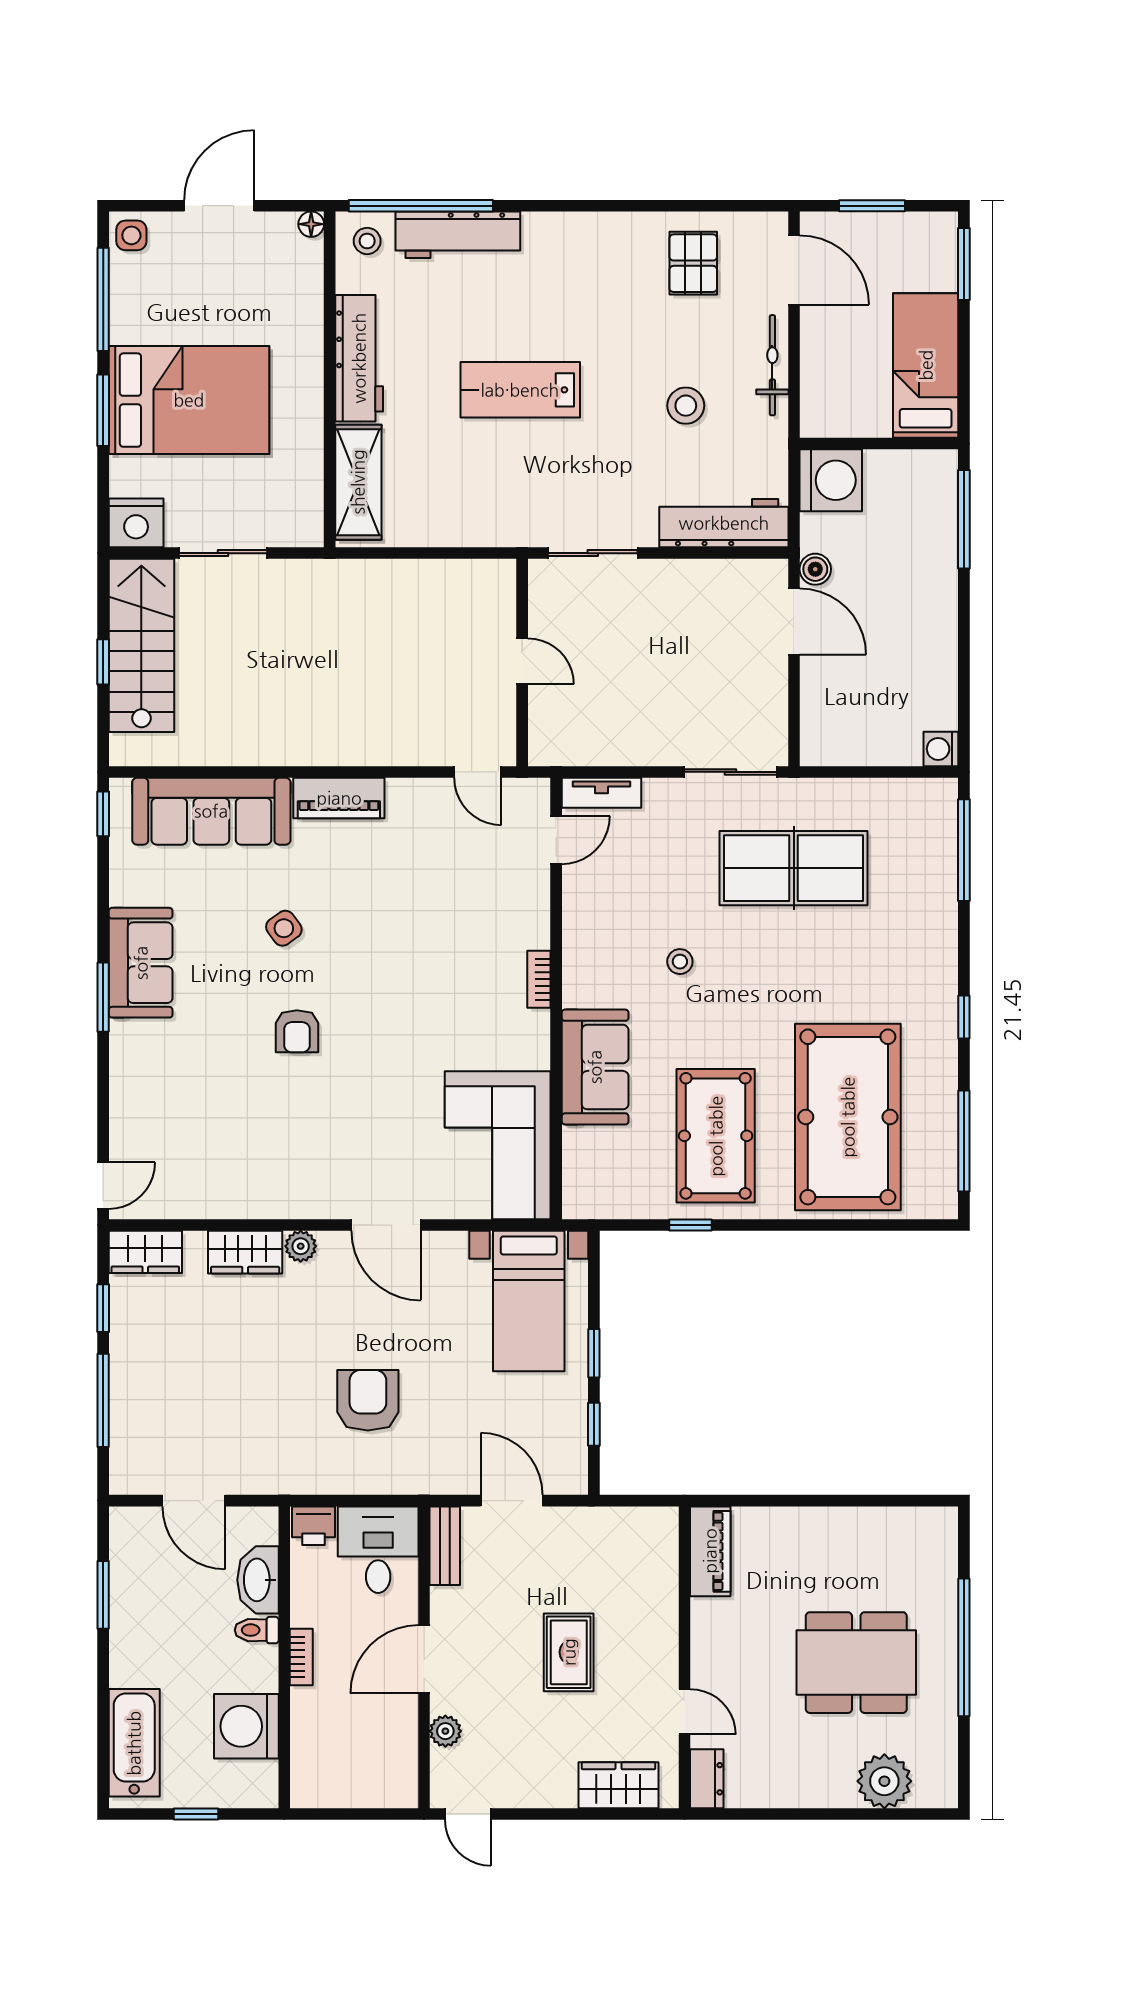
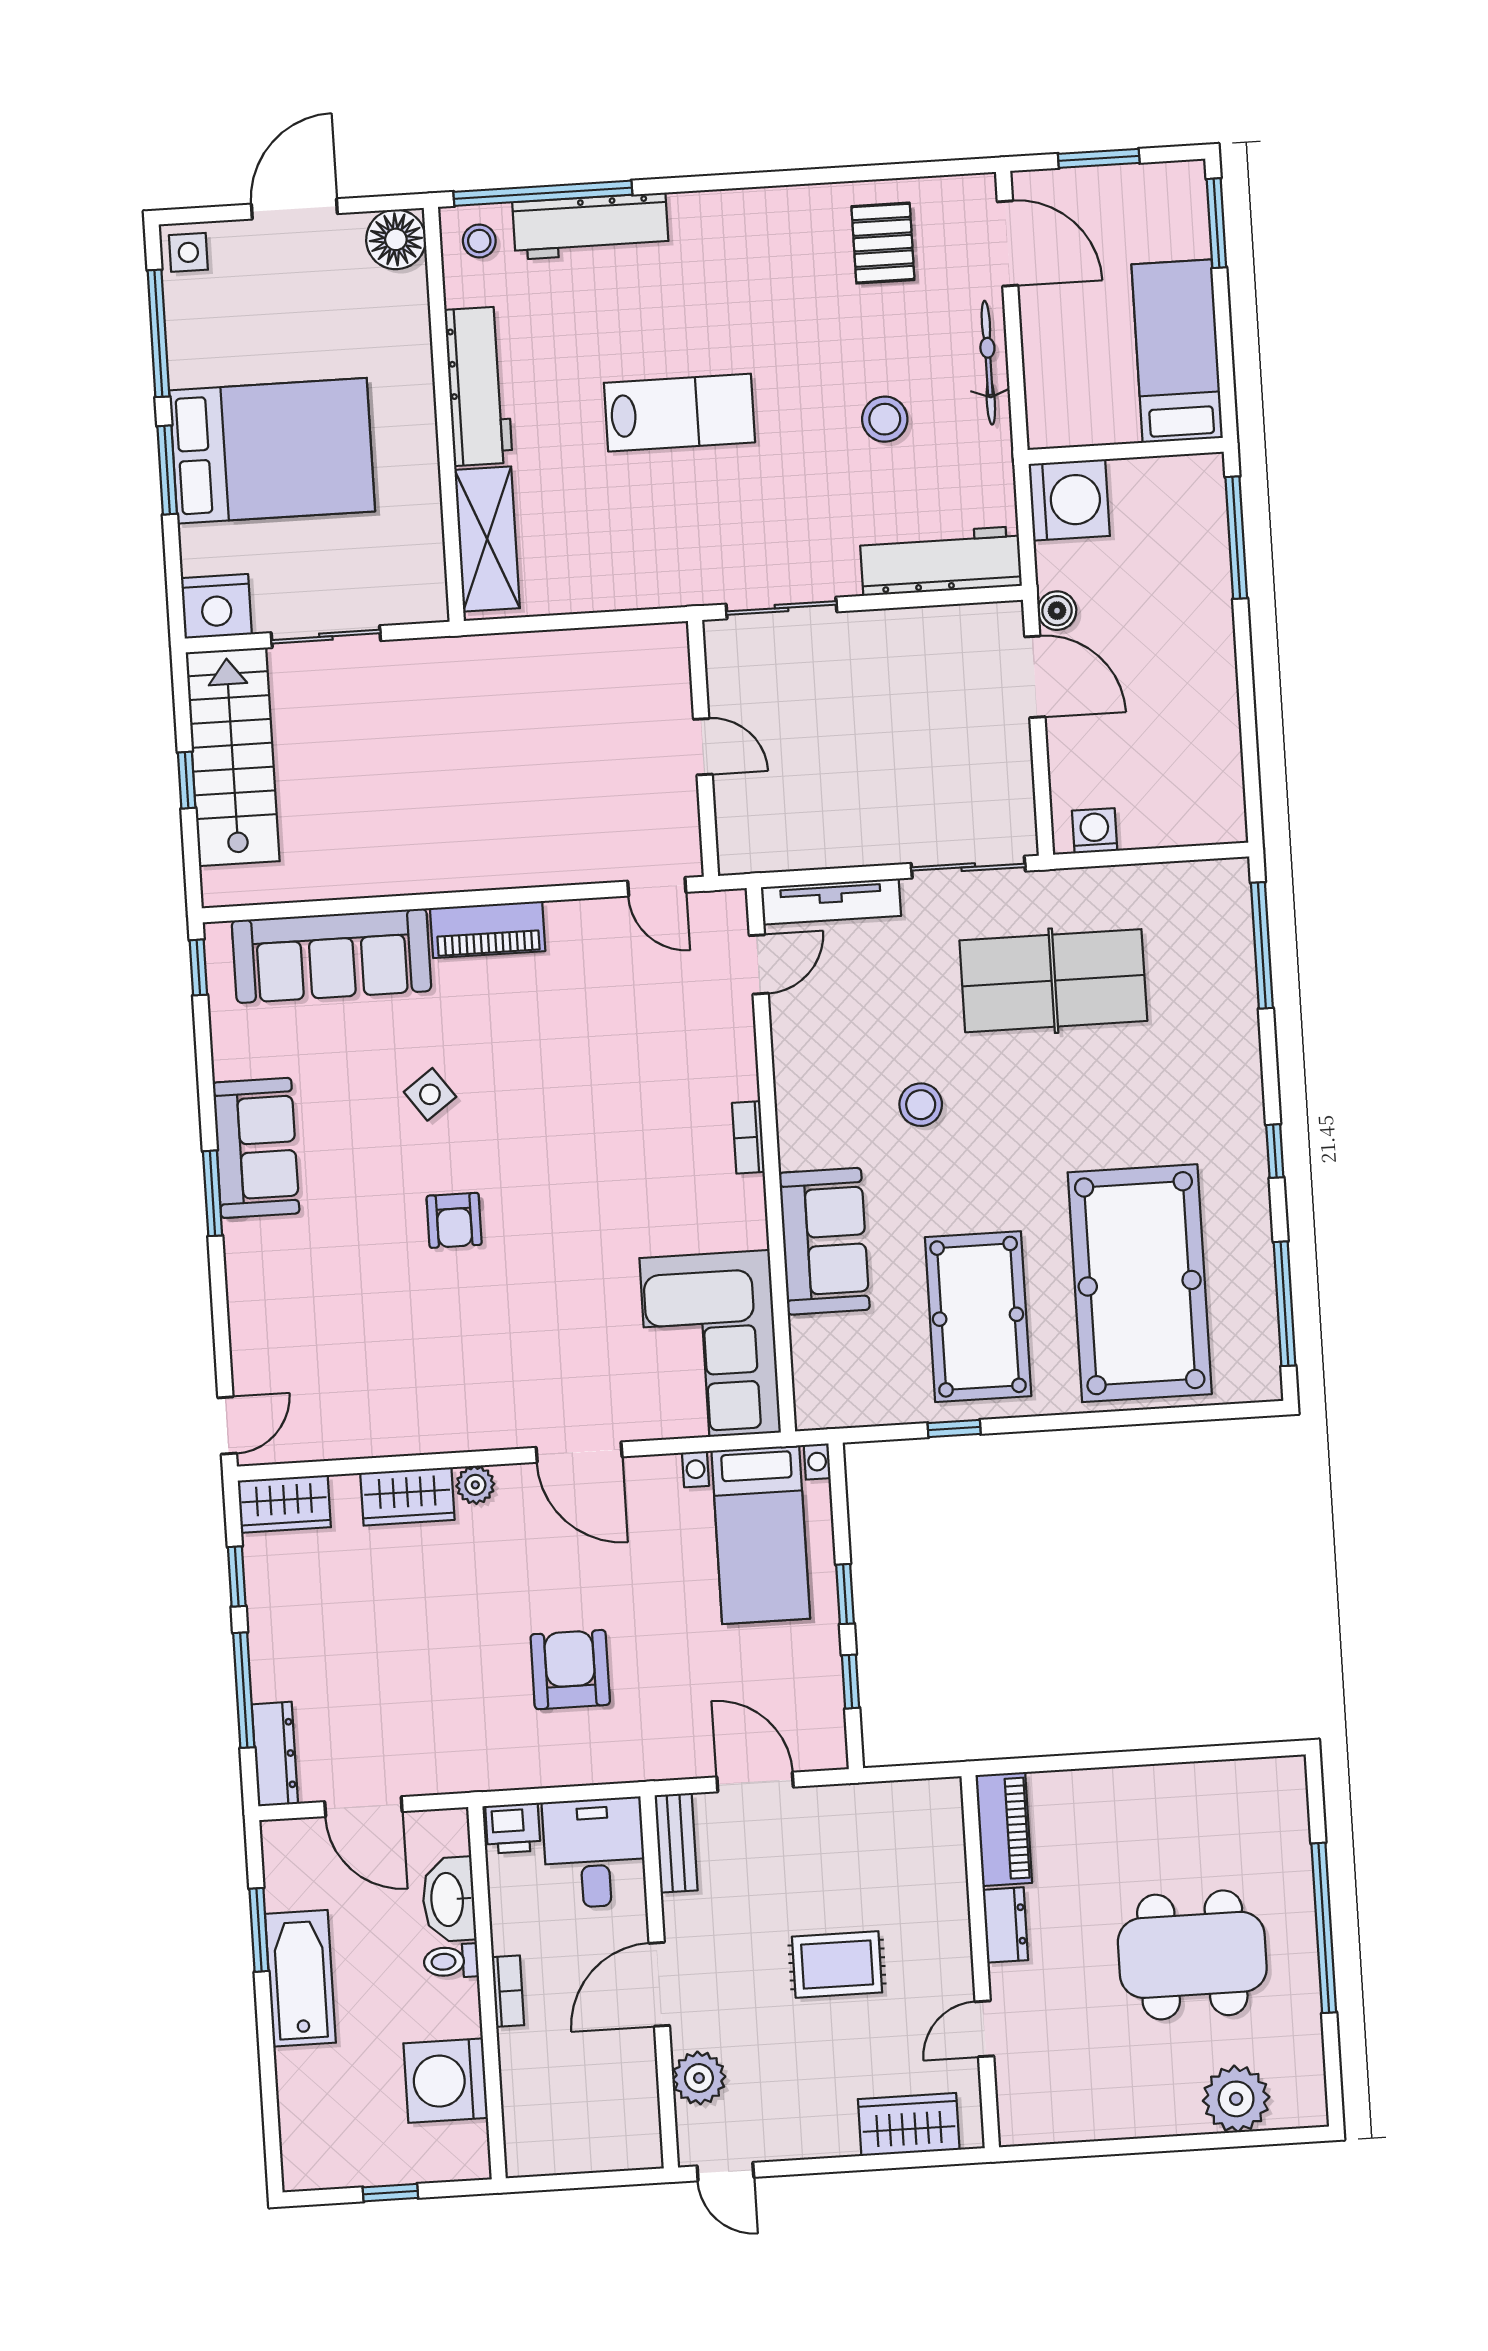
floor lamp: (311, 224) -> (396, 239), width x1.89, depth x1.89
lab bench: (520, 390) -> (679, 413), turned 180
washing machine: (941, 749) -> (1095, 831), moved, turned 90
tv unit: (602, 793) -> (831, 902), width x1.41
stool: (680, 962) -> (921, 1105), width x1.37, depth x1.37
dresser: (125, 1454) -> (275, 1754), added
rug: (569, 1652) -> (837, 1965), turned 90
door: (684, 1712) -> (984, 2029), swing flipped
plant: (445, 1731) -> (699, 2078), width x1.38, depth x1.38
bathtub: (134, 1743) -> (300, 1978), moved
dresser: (707, 1779) -> (1005, 1925), moved

